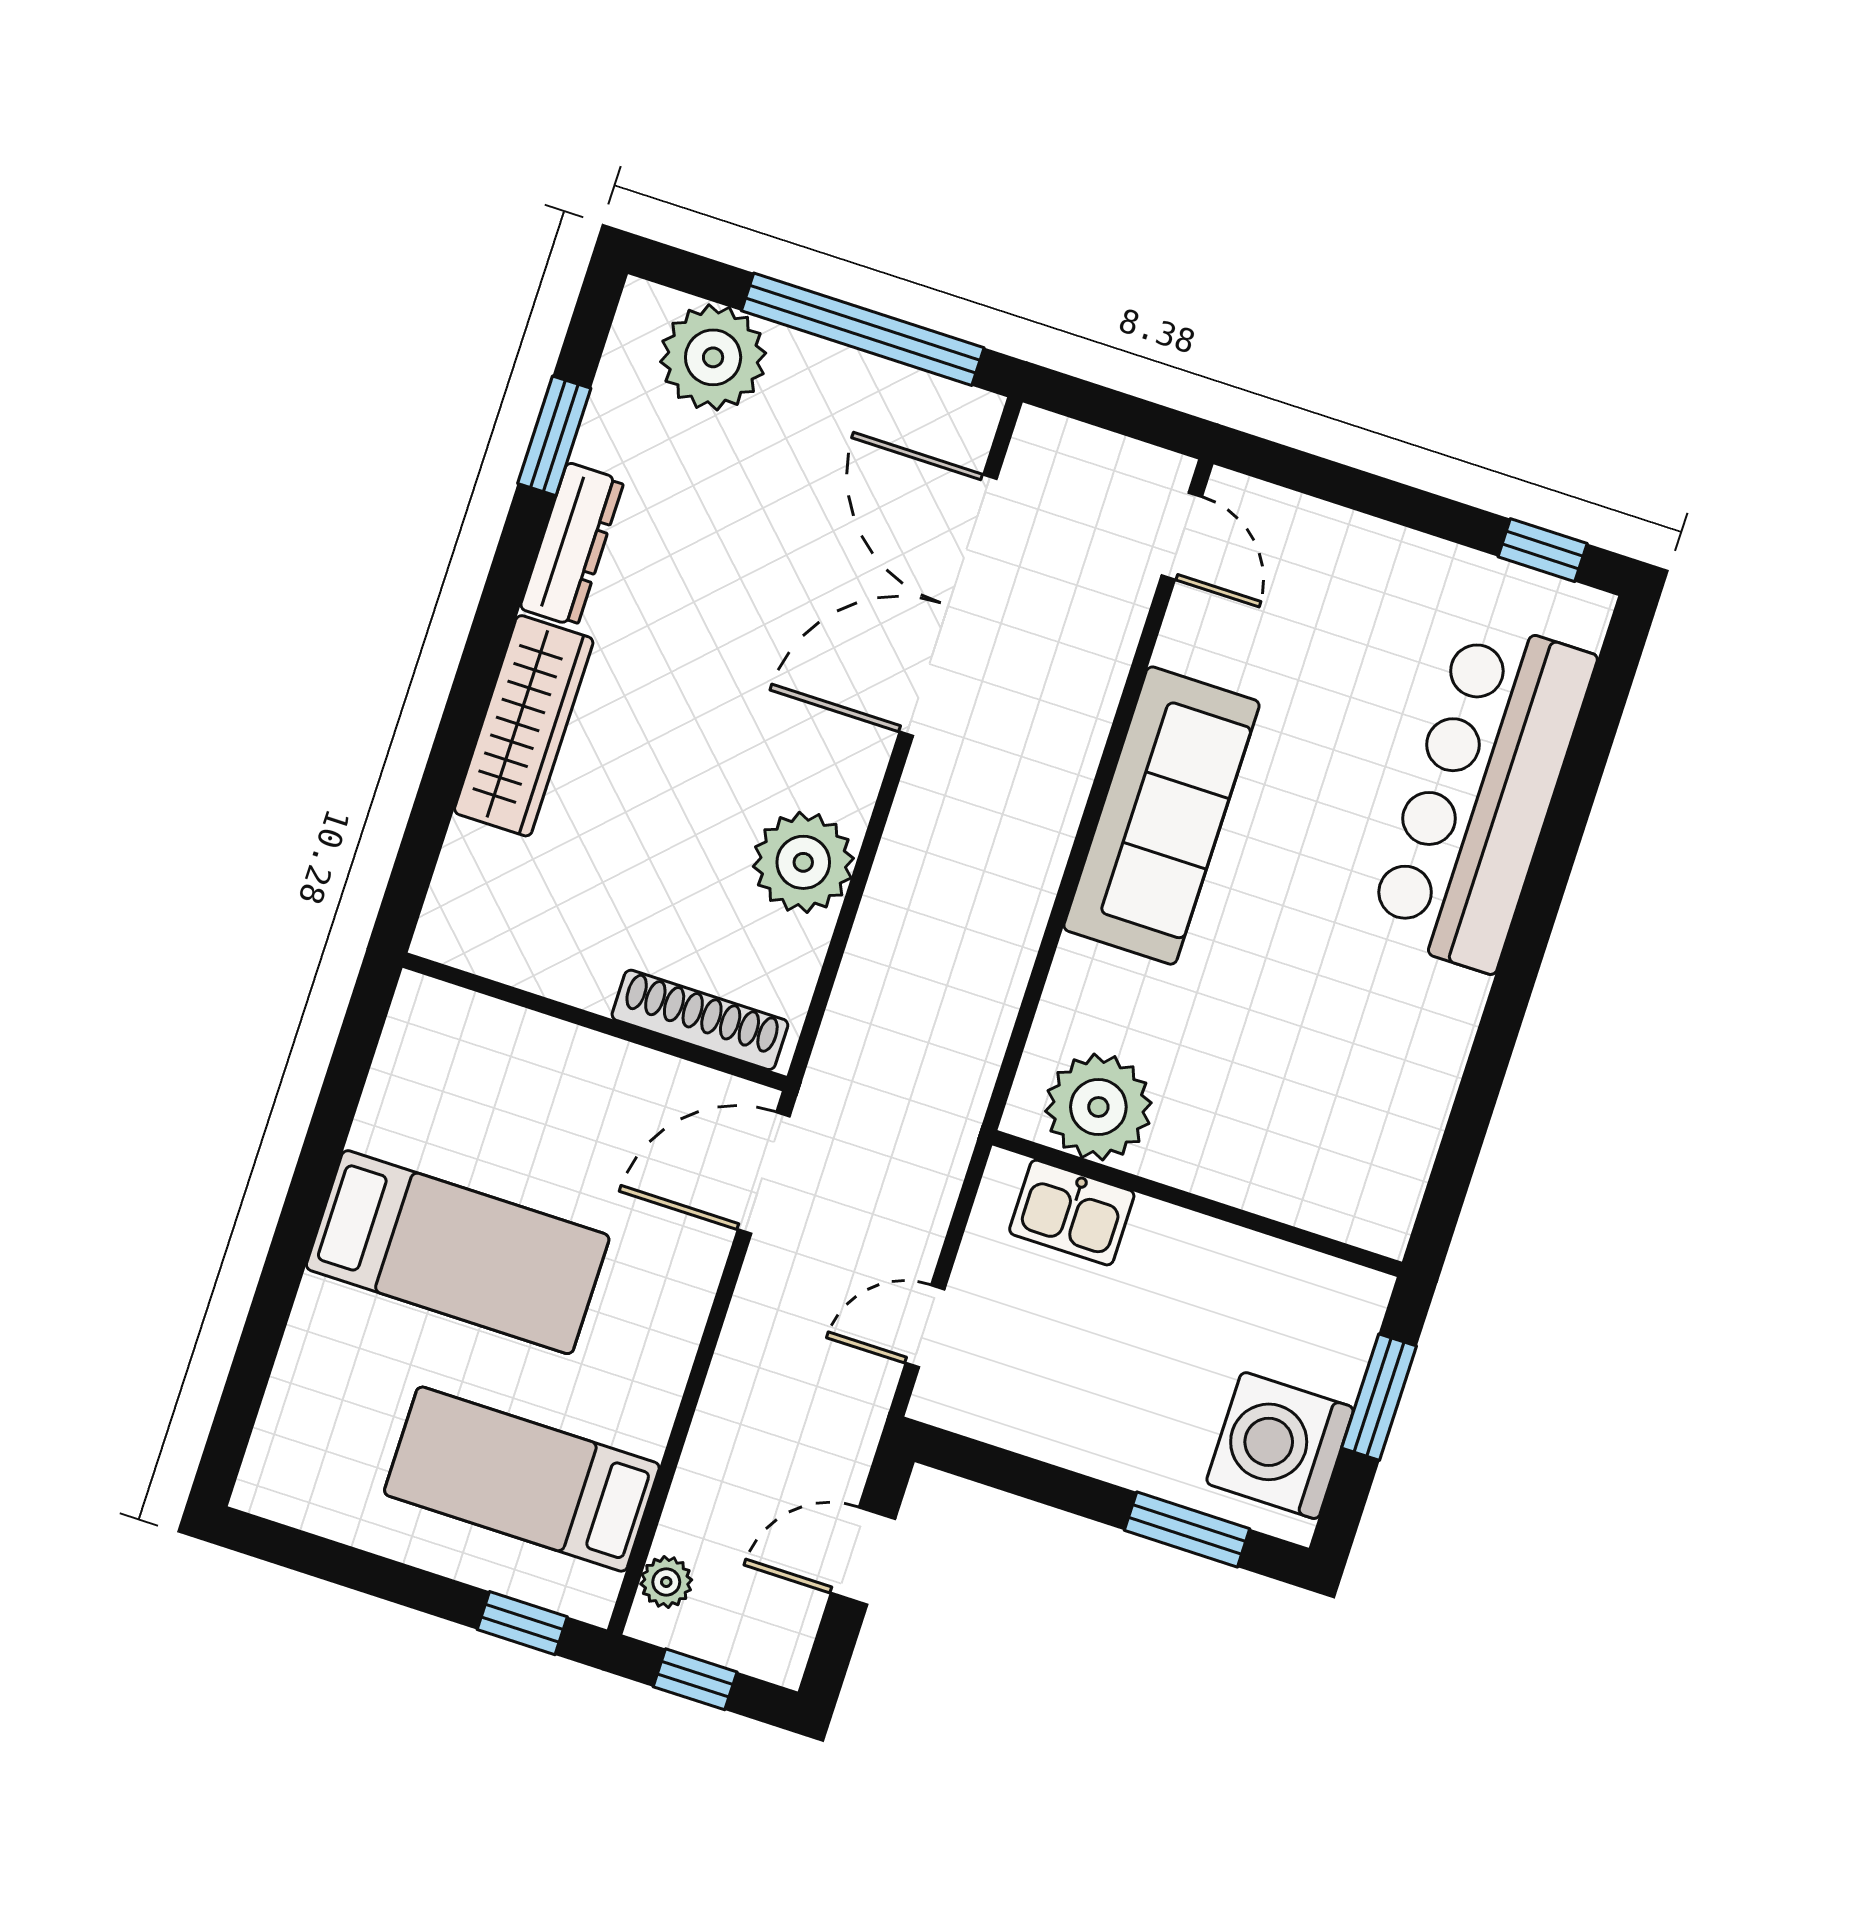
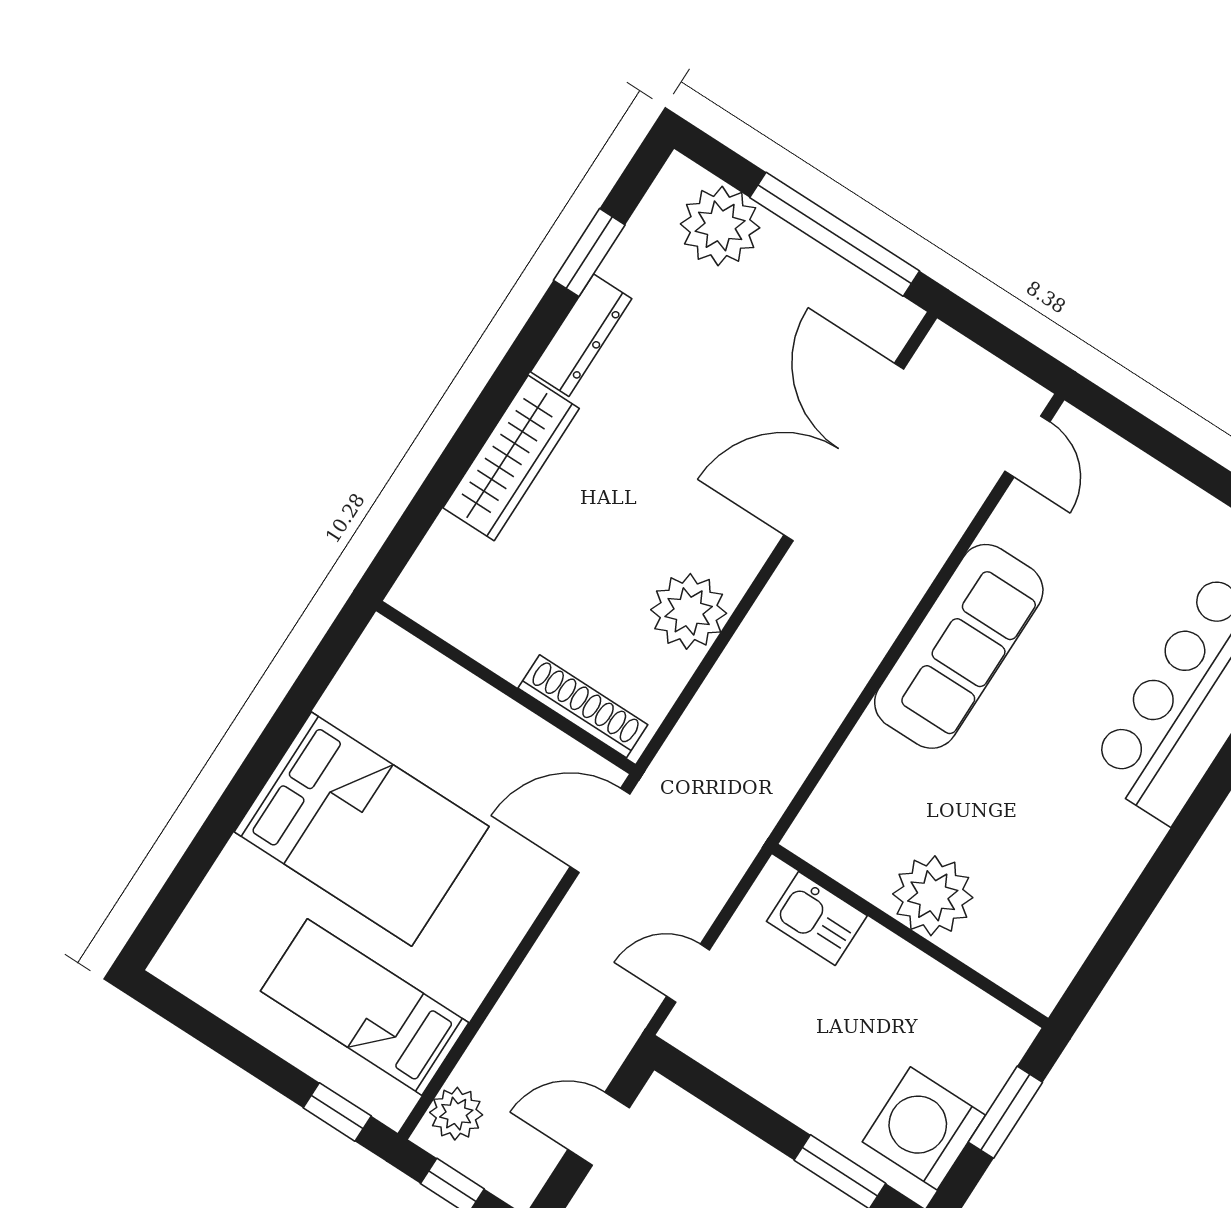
plant: (1098, 1107) -> (933, 896), moved
bed: (458, 1252) -> (362, 829), width x1.50
plant: (666, 1582) -> (456, 1114), width x1.38, depth x1.38

